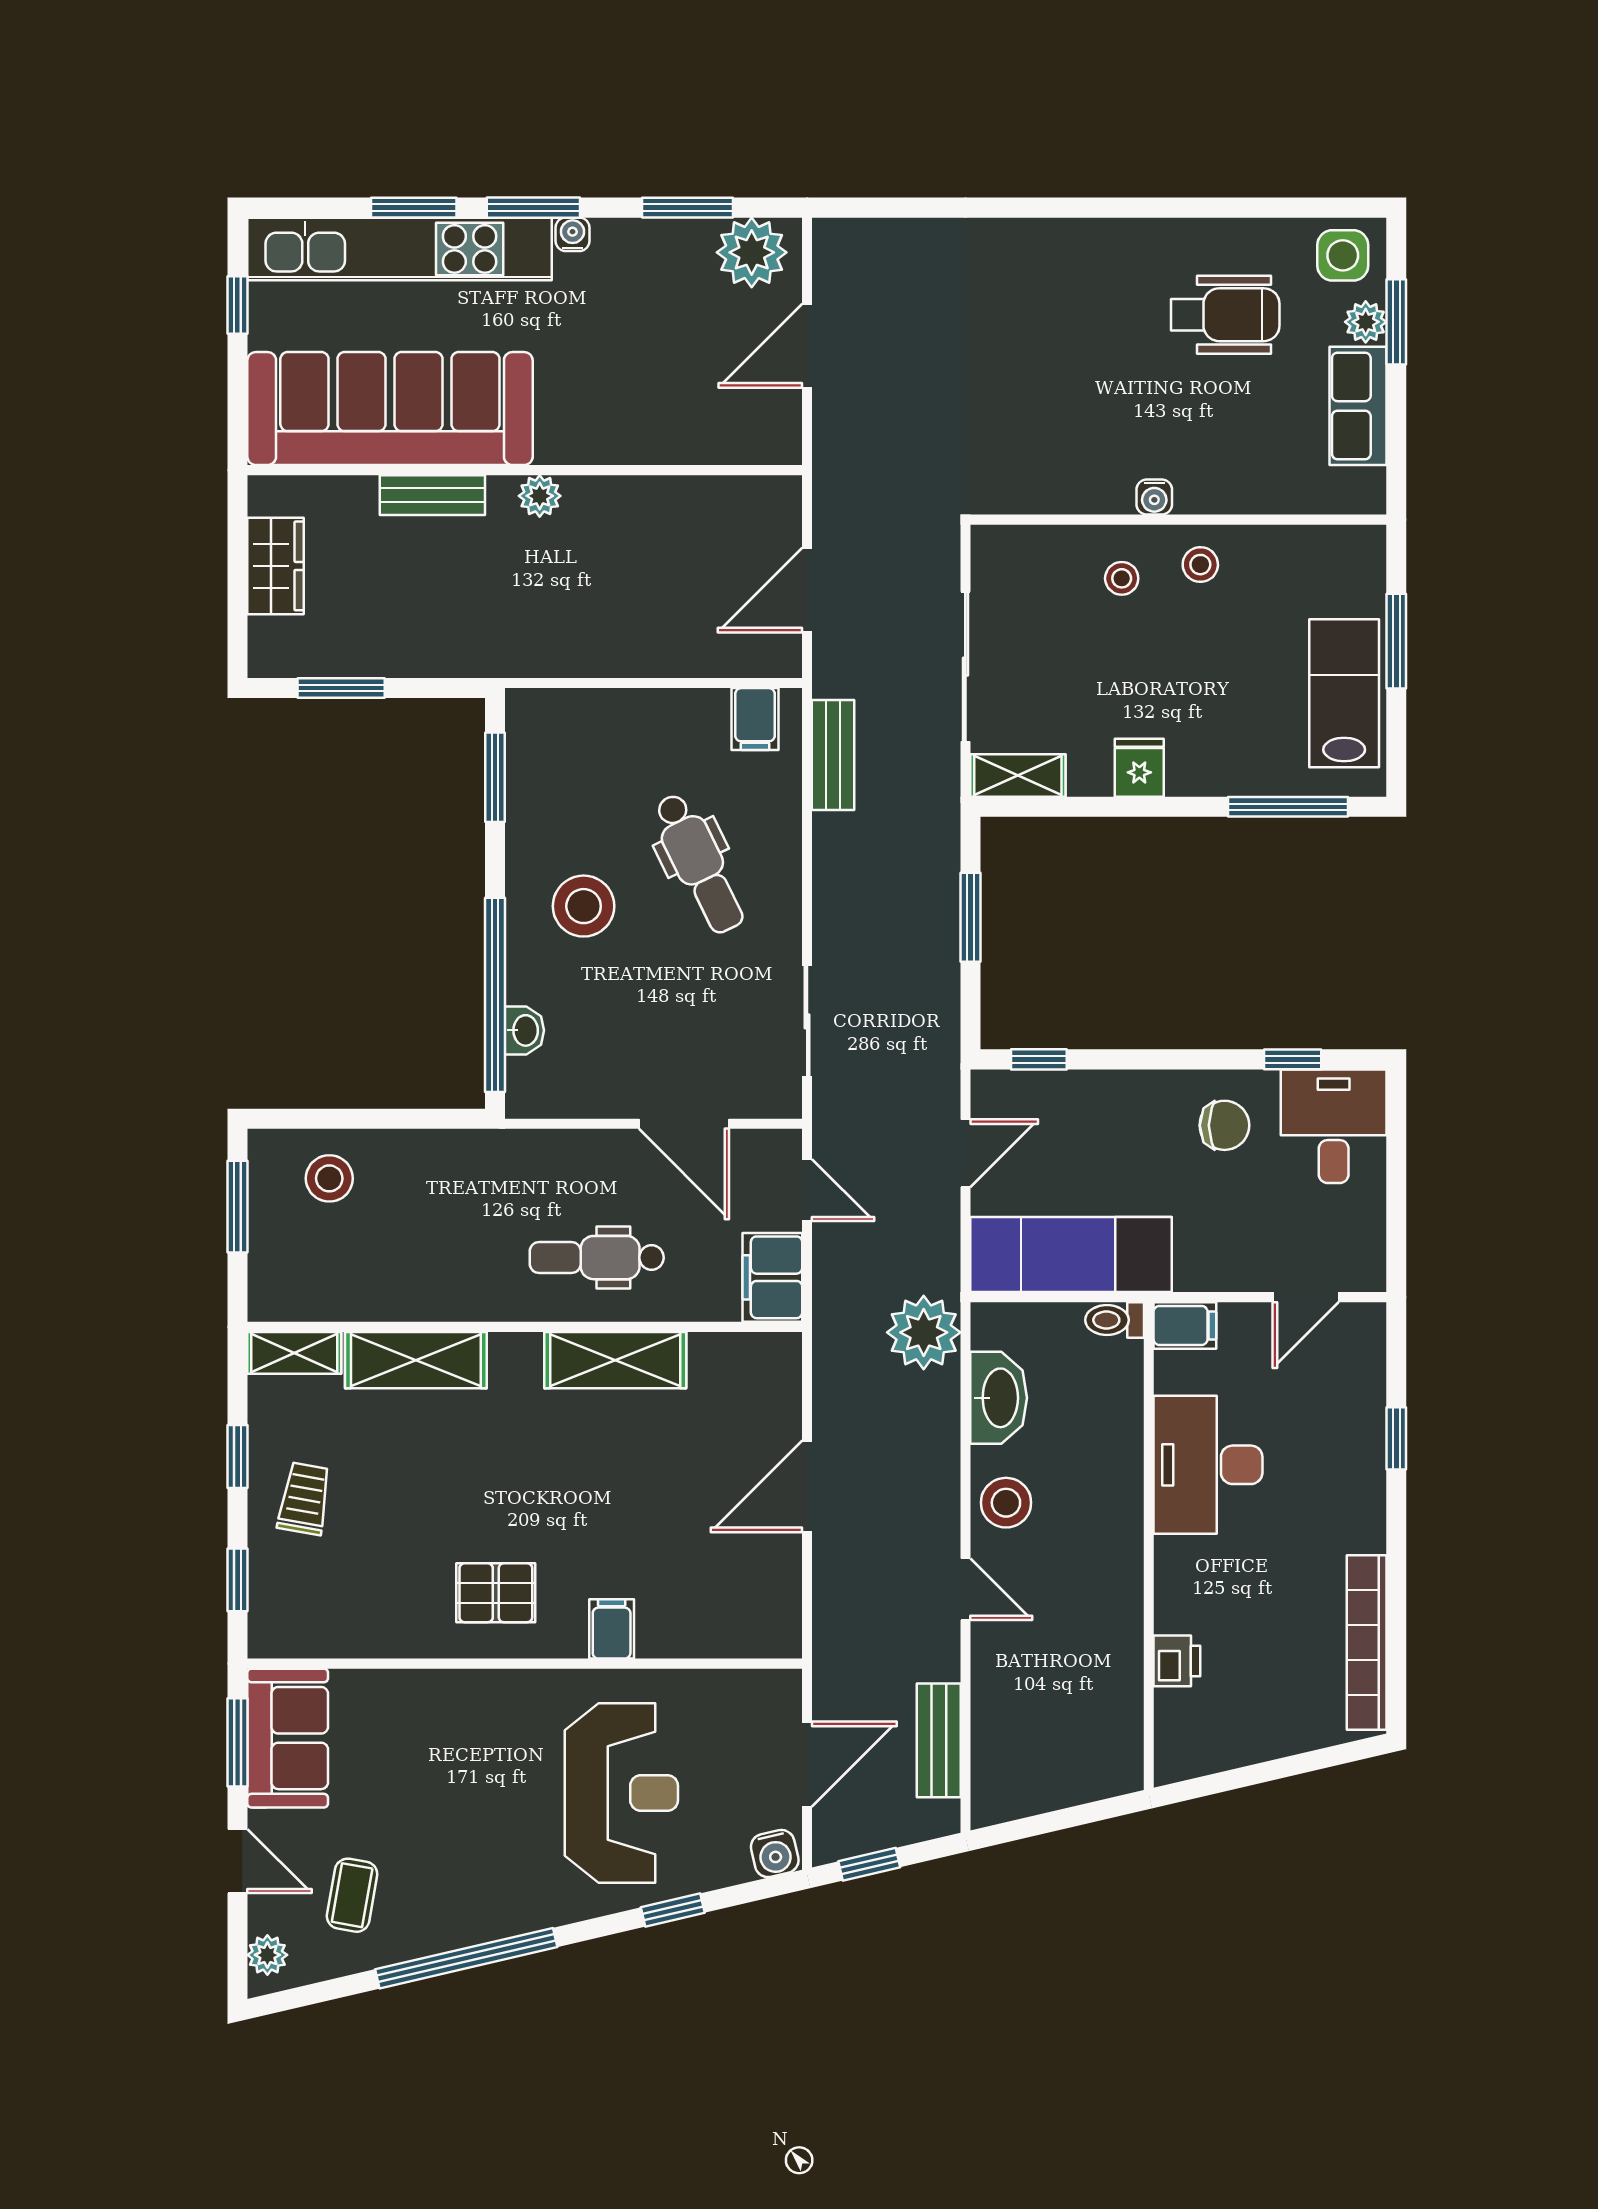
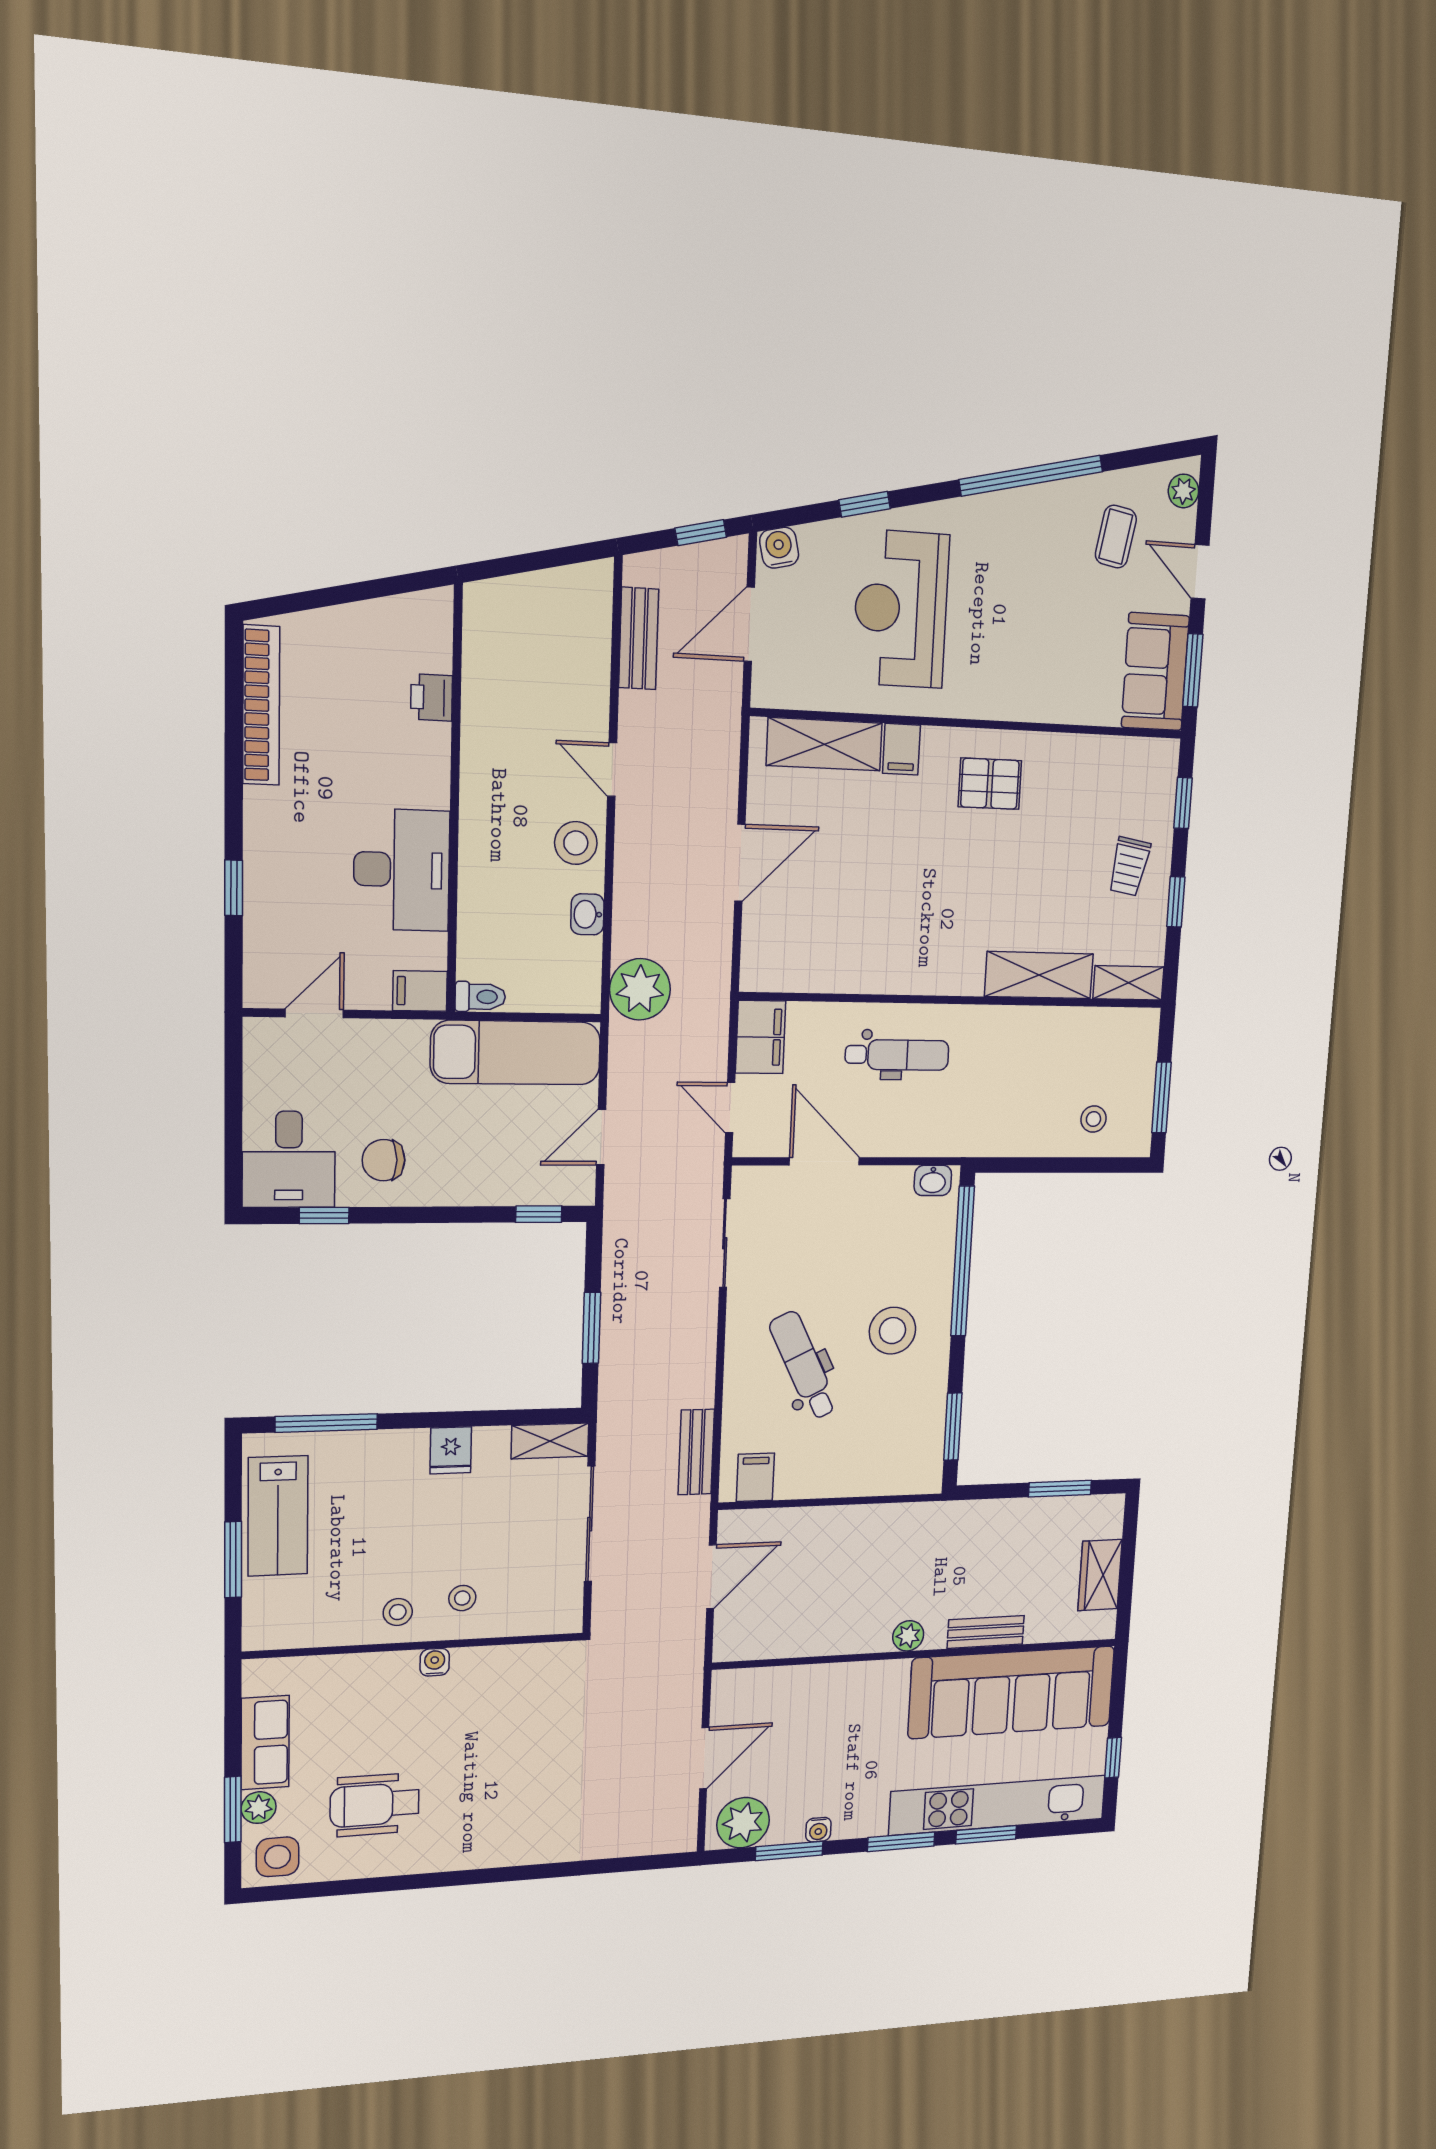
water cooler: (572, 234) -> (818, 1830), moved
washbasin: (524, 1030) -> (933, 1180), moved, turned -90
stool: (329, 1178) -> (1093, 1119), width x0.73, depth x0.73
shelving: (615, 1360) -> (824, 744), moved
washbasin: (999, 1398) -> (587, 914), width x0.52, depth x0.69

